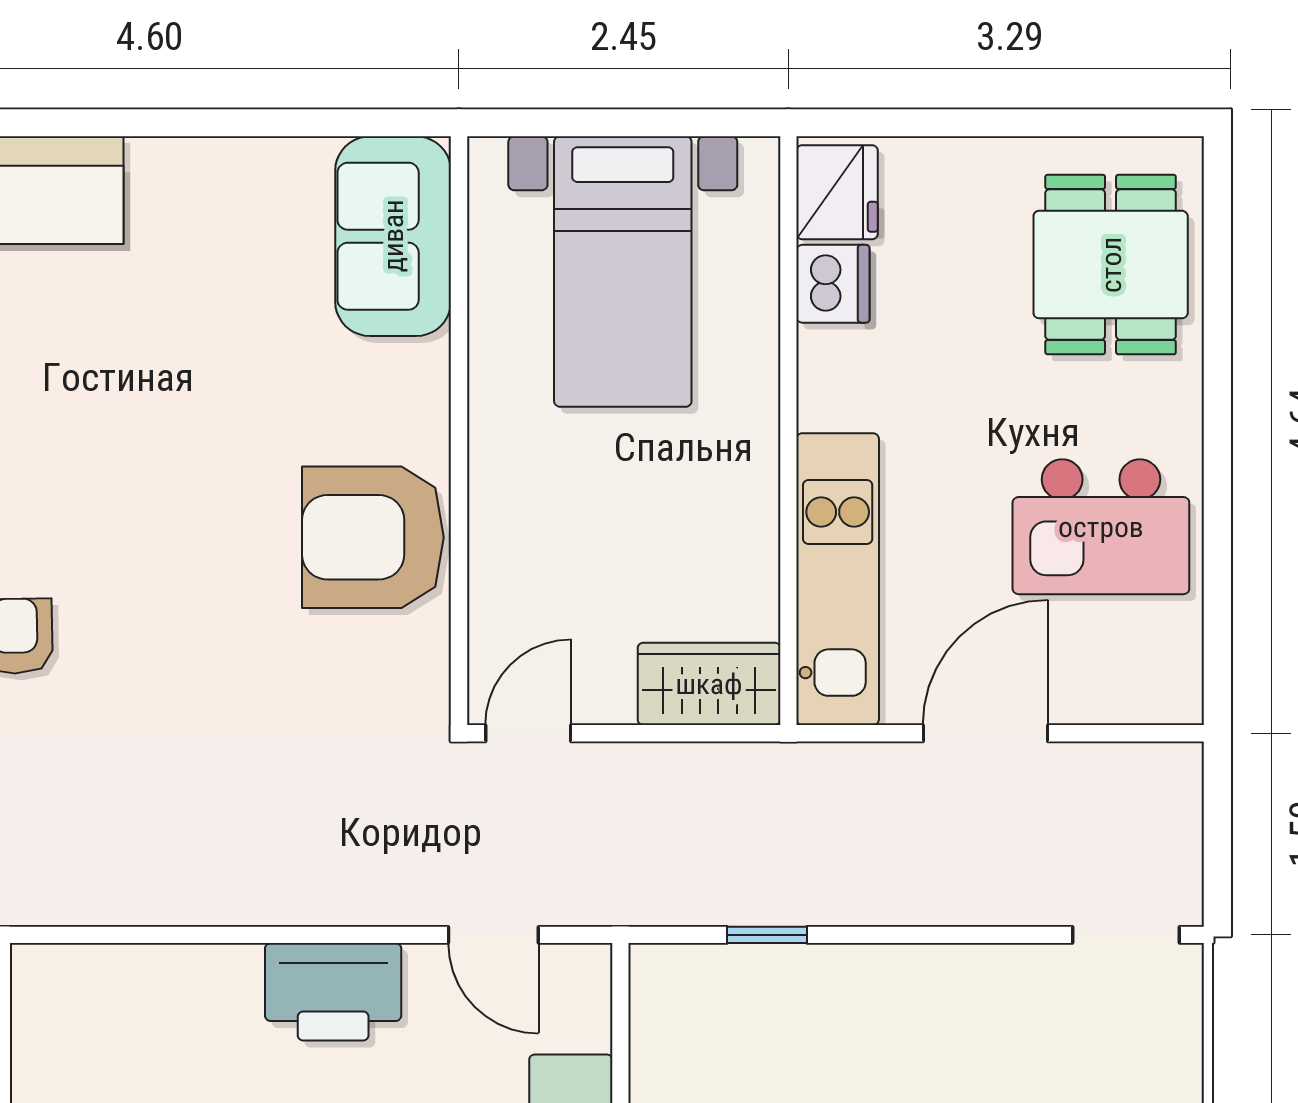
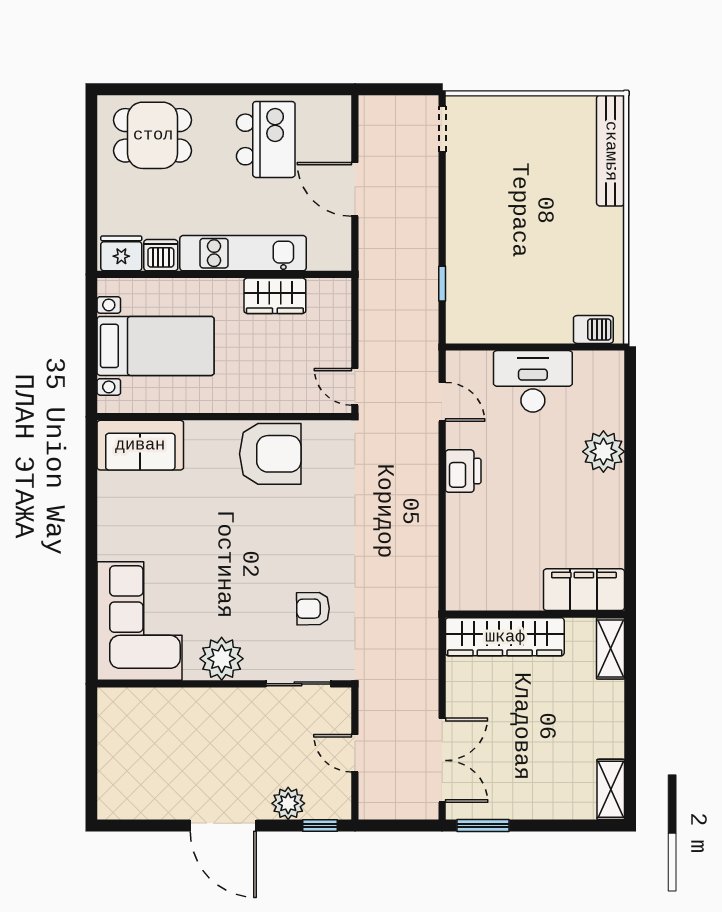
armchair: (373, 537) -> (270, 454), turned -90
kitchen unit: (838, 579) -> (243, 253), moved
wardrobe: (709, 684) -> (275, 296), moved, turned -90
door: (493, 935) -> (442, 402), hinge flipped
printer: (333, 992) -> (463, 471), width x0.73, depth x0.84

